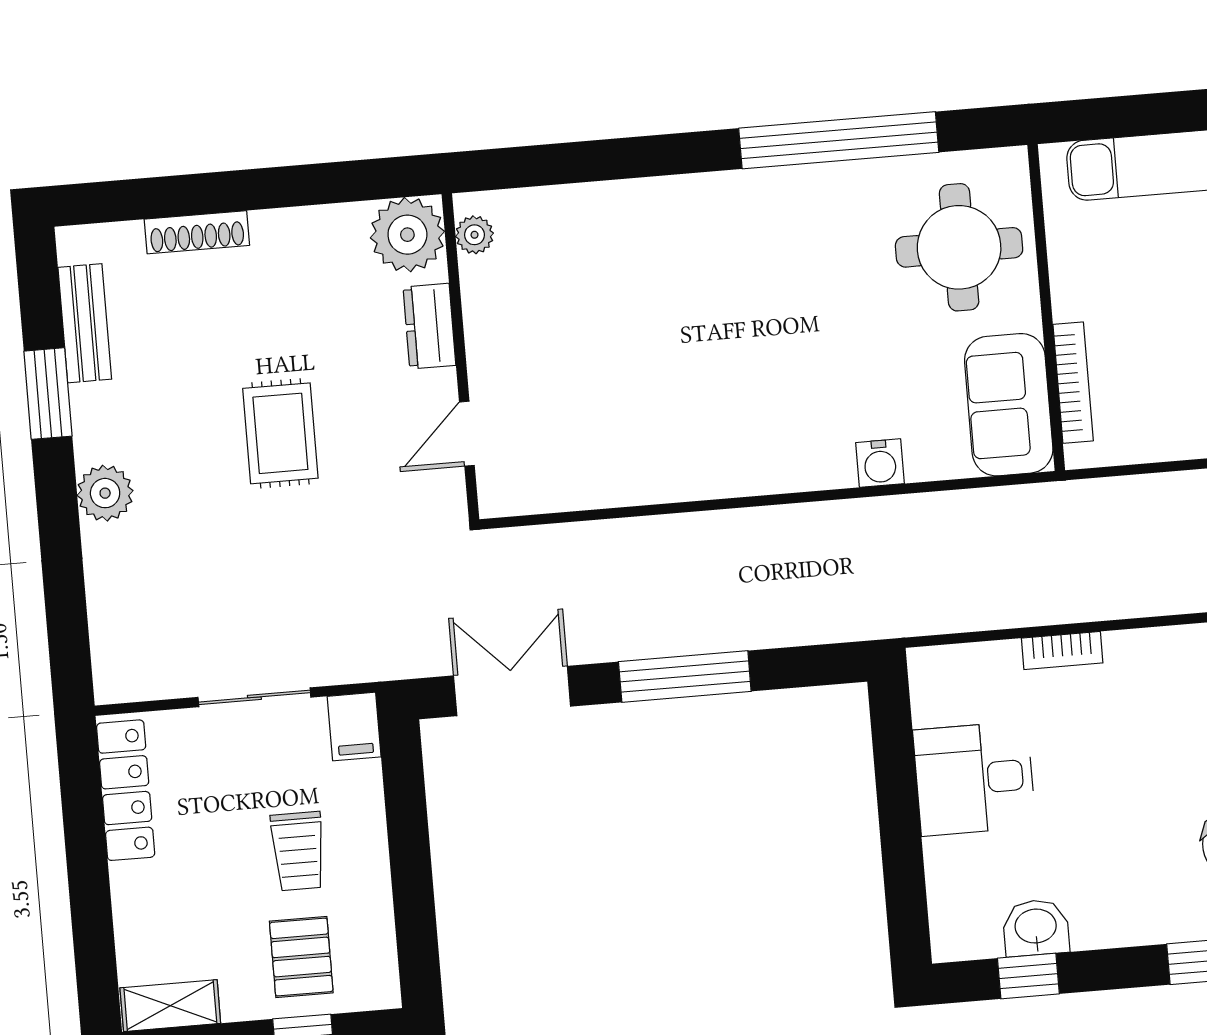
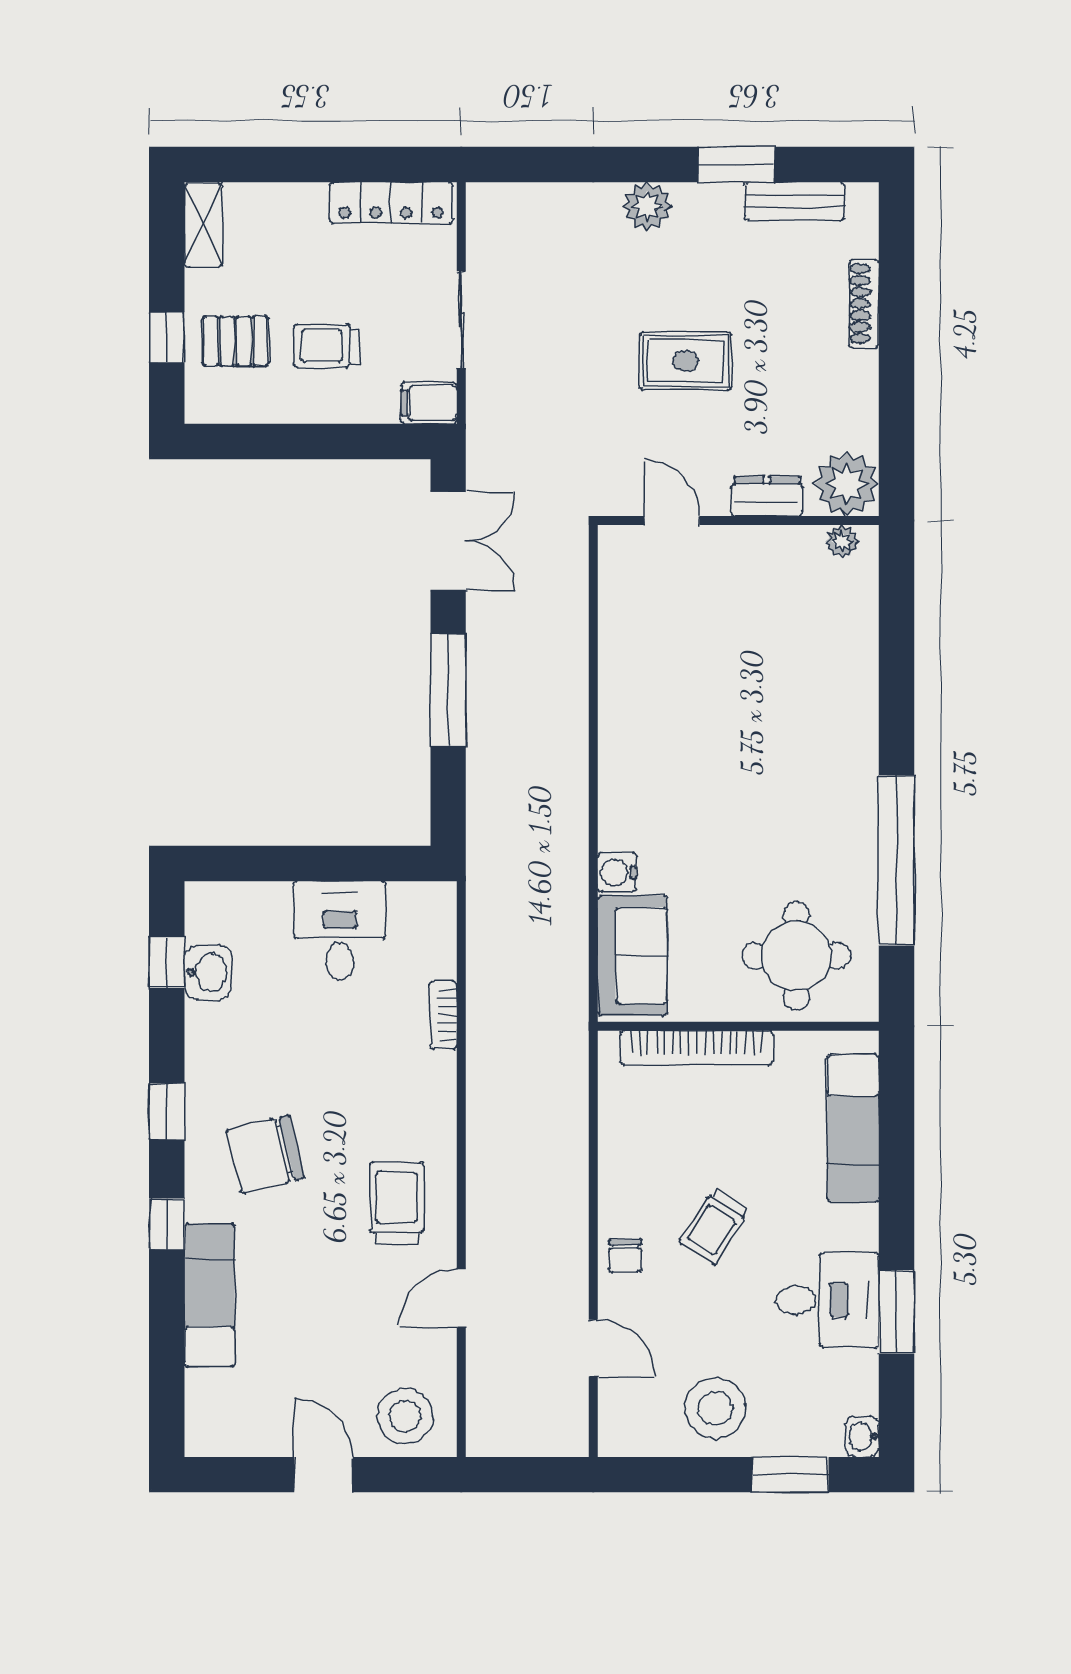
bookcase: (1073, 383) -> (697, 1048), width x1.48, depth x1.31
sofa: (1009, 405) -> (632, 956), moved, turned 90

